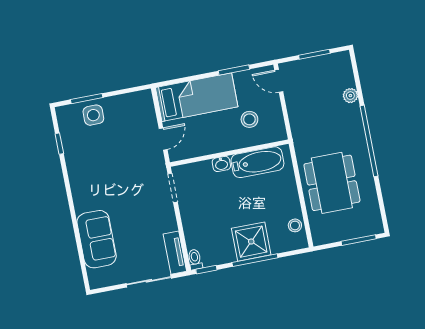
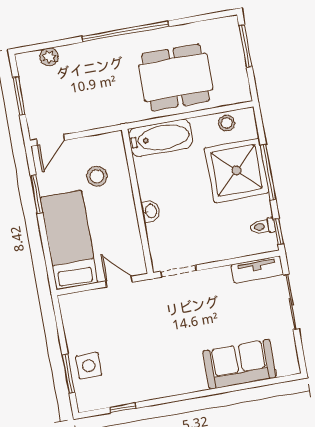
plant: (350, 96) -> (49, 57), moved
bathtub: (257, 162) -> (161, 138), moved, turned 90
shower: (251, 242) -> (237, 170), width x1.37, depth x1.37
toilet: (195, 259) -> (263, 226), moved

